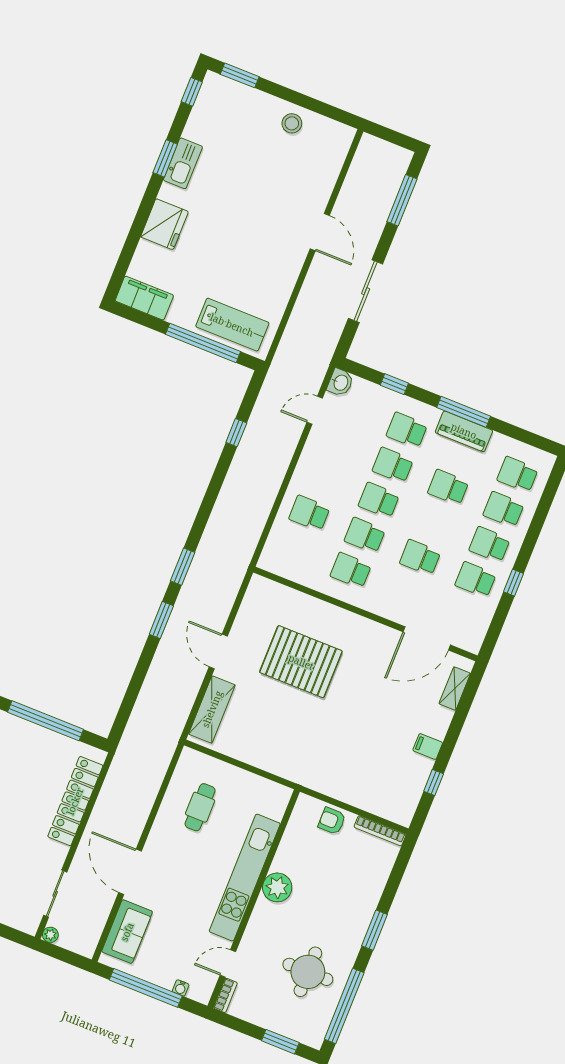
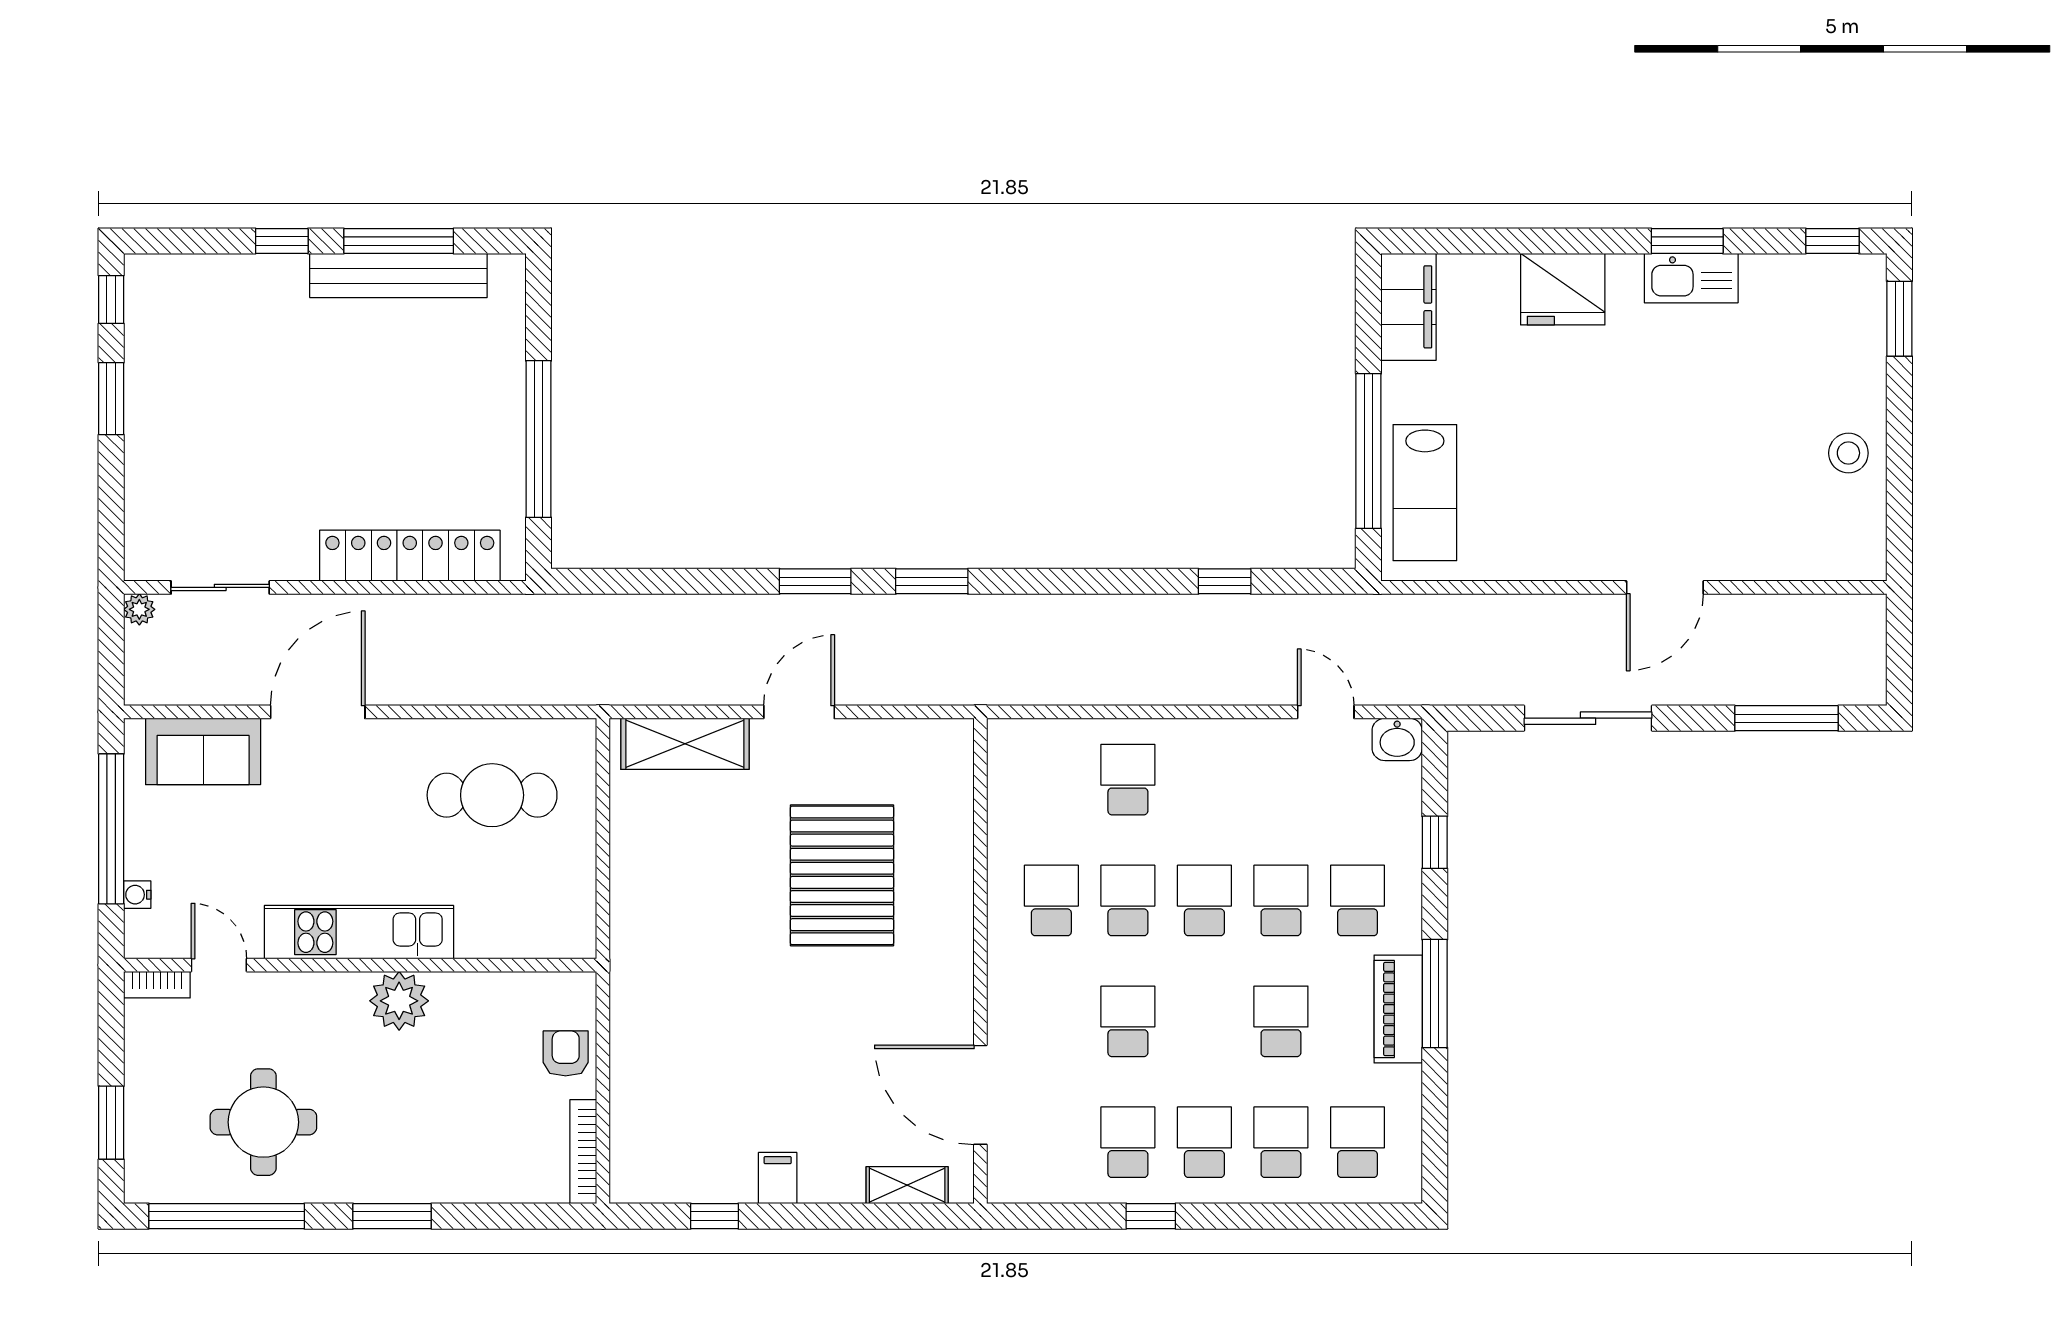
cafe table: (200, 807) -> (492, 795), width x1.37, depth x1.35
kitchen unit: (245, 878) -> (359, 932), width x0.73

